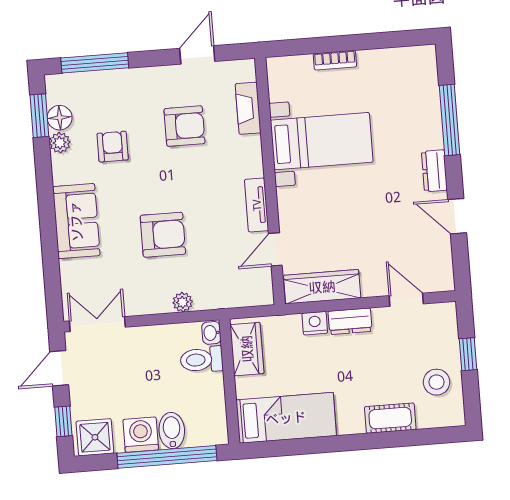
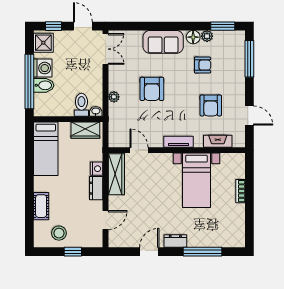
floor lamp: (60, 118) -> (193, 37), moved
tv unit: (257, 205) -> (179, 142), moved

